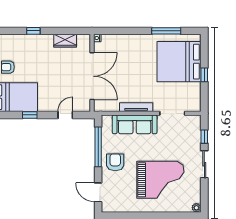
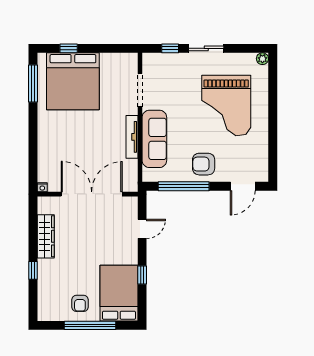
window: (166, 31) -> (33, 84), moved
wardrobe: (65, 41) -> (46, 236), width x1.50
window: (204, 75) -> (69, 48), moved
door: (65, 115) -> (142, 229), swing flipped
grand piano: (160, 180) -> (226, 105), turned 180

